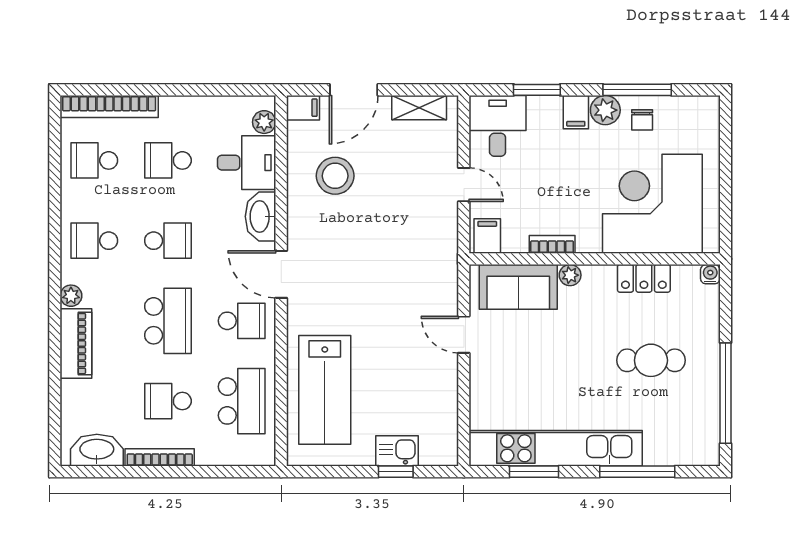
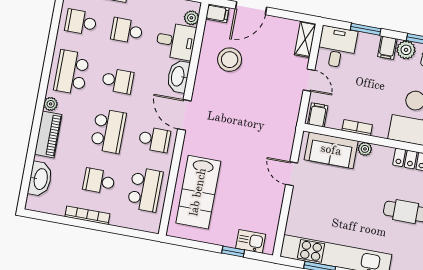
shelving: (419, 108) -> (305, 39), moved, turned 90
school desk: (94, 241) -> (72, 72), width x1.85
washbasin: (97, 450) -> (40, 179), moved, turned 90
kitchen sink: (397, 451) -> (251, 241), moved

